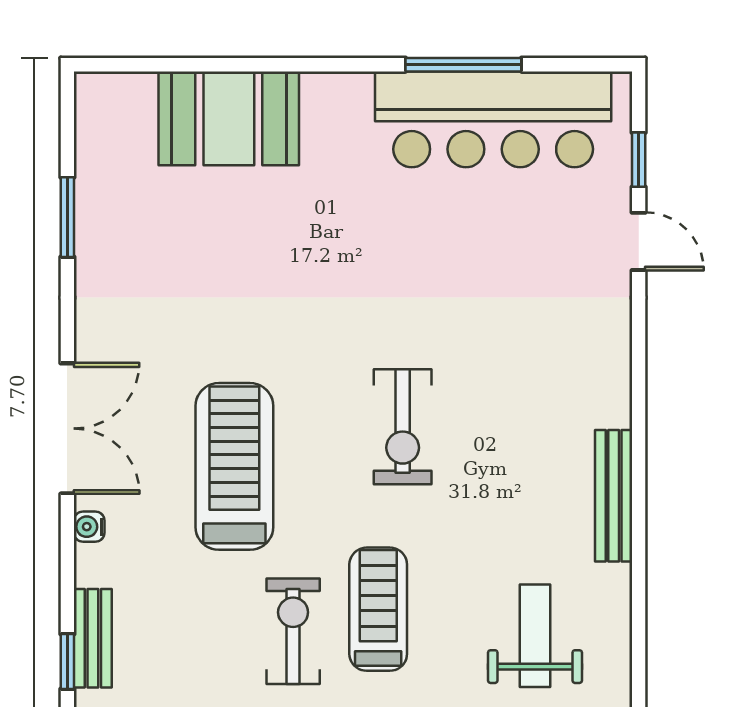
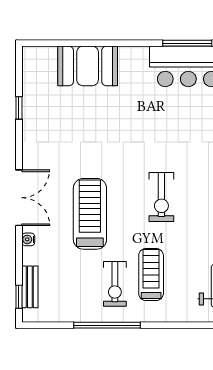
window: (67, 217) -> (19, 108), width x0.67
exercise bike: (293, 631) -> (115, 284), turned 180

